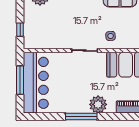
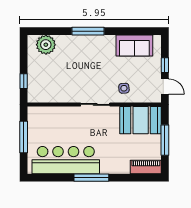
bar counter: (36, 83) -> (66, 160), moved, turned -90
plant: (98, 104) -> (110, 164), removed

